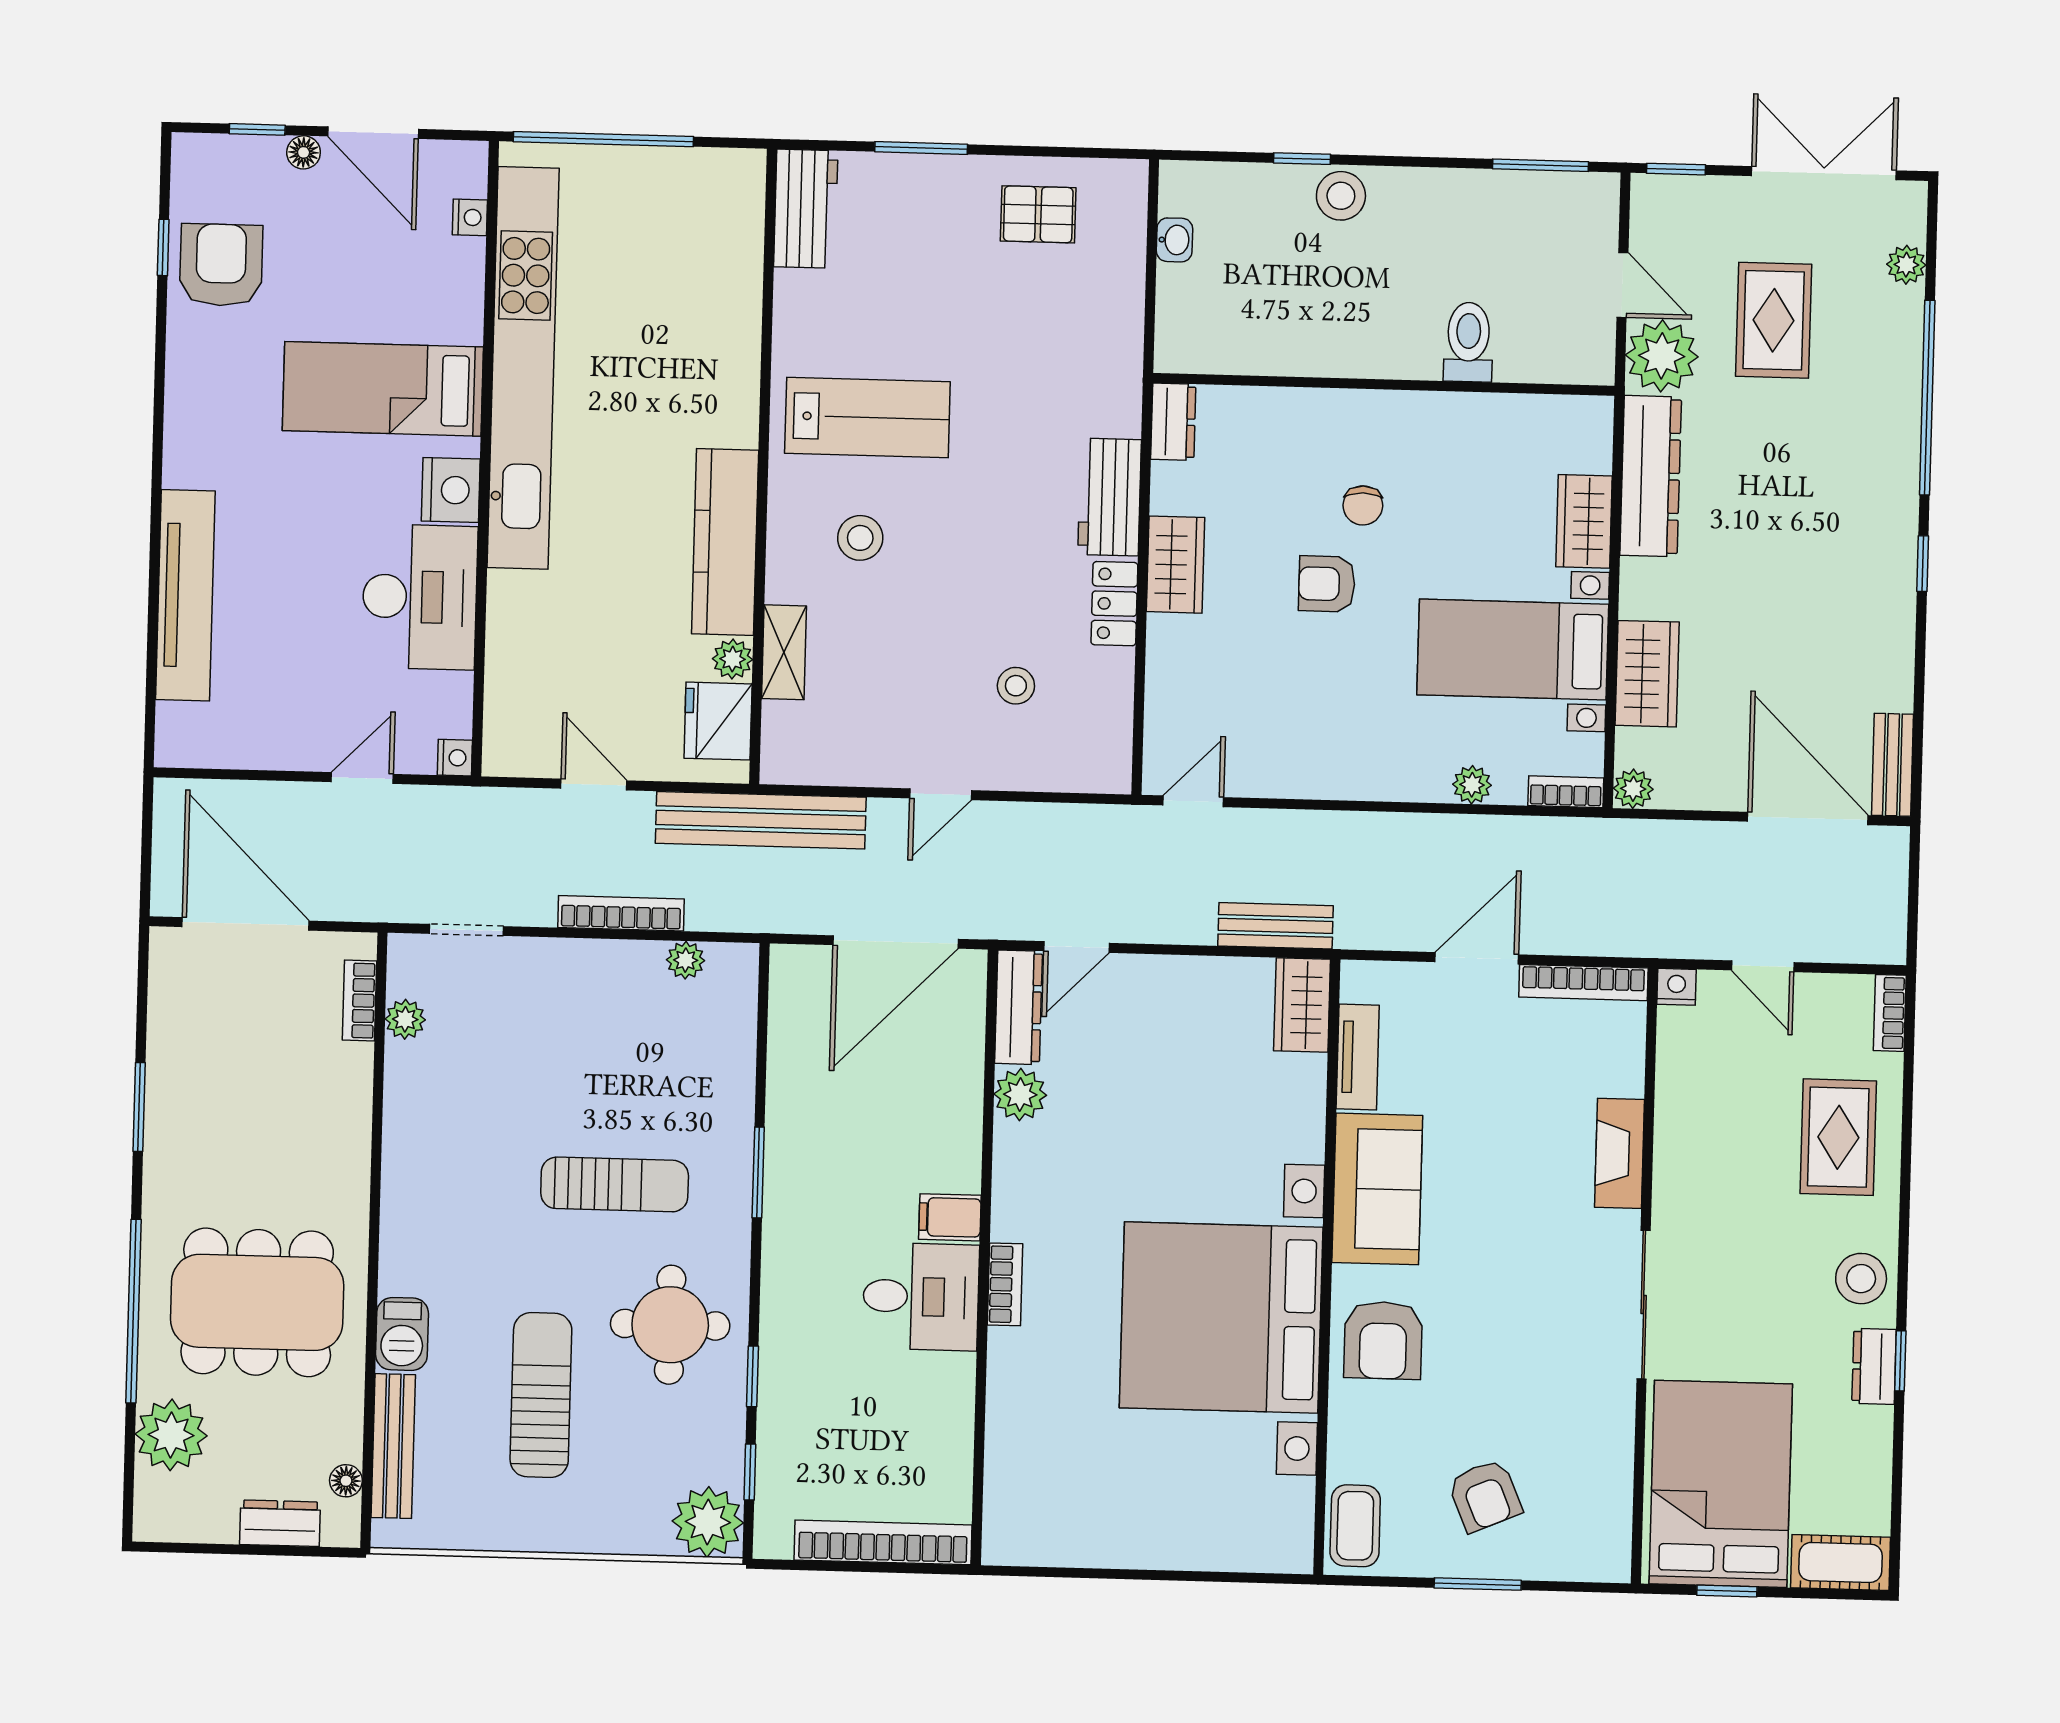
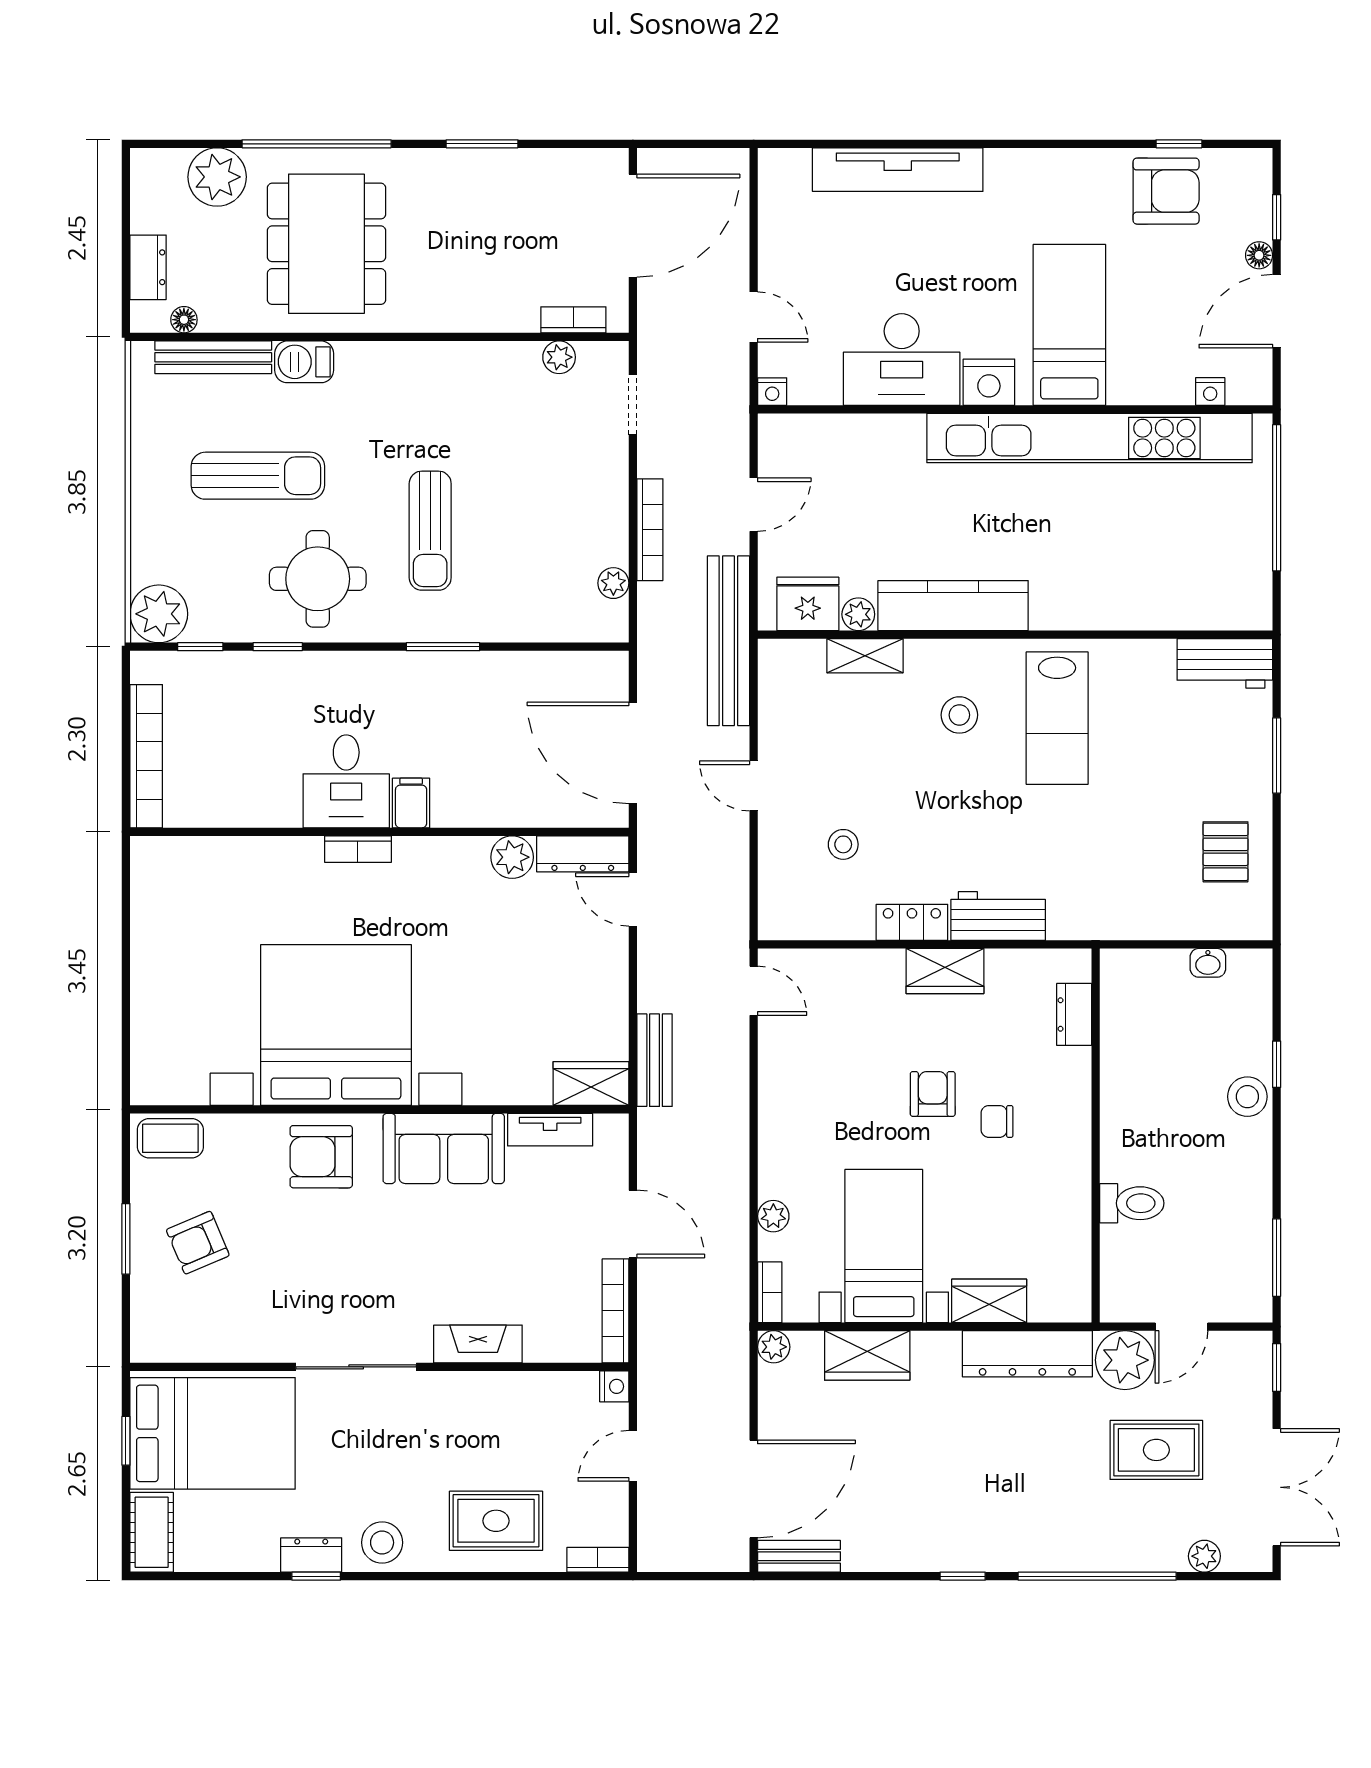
dresser: (1173, 422) -> (1074, 1014), moved, turned 90

